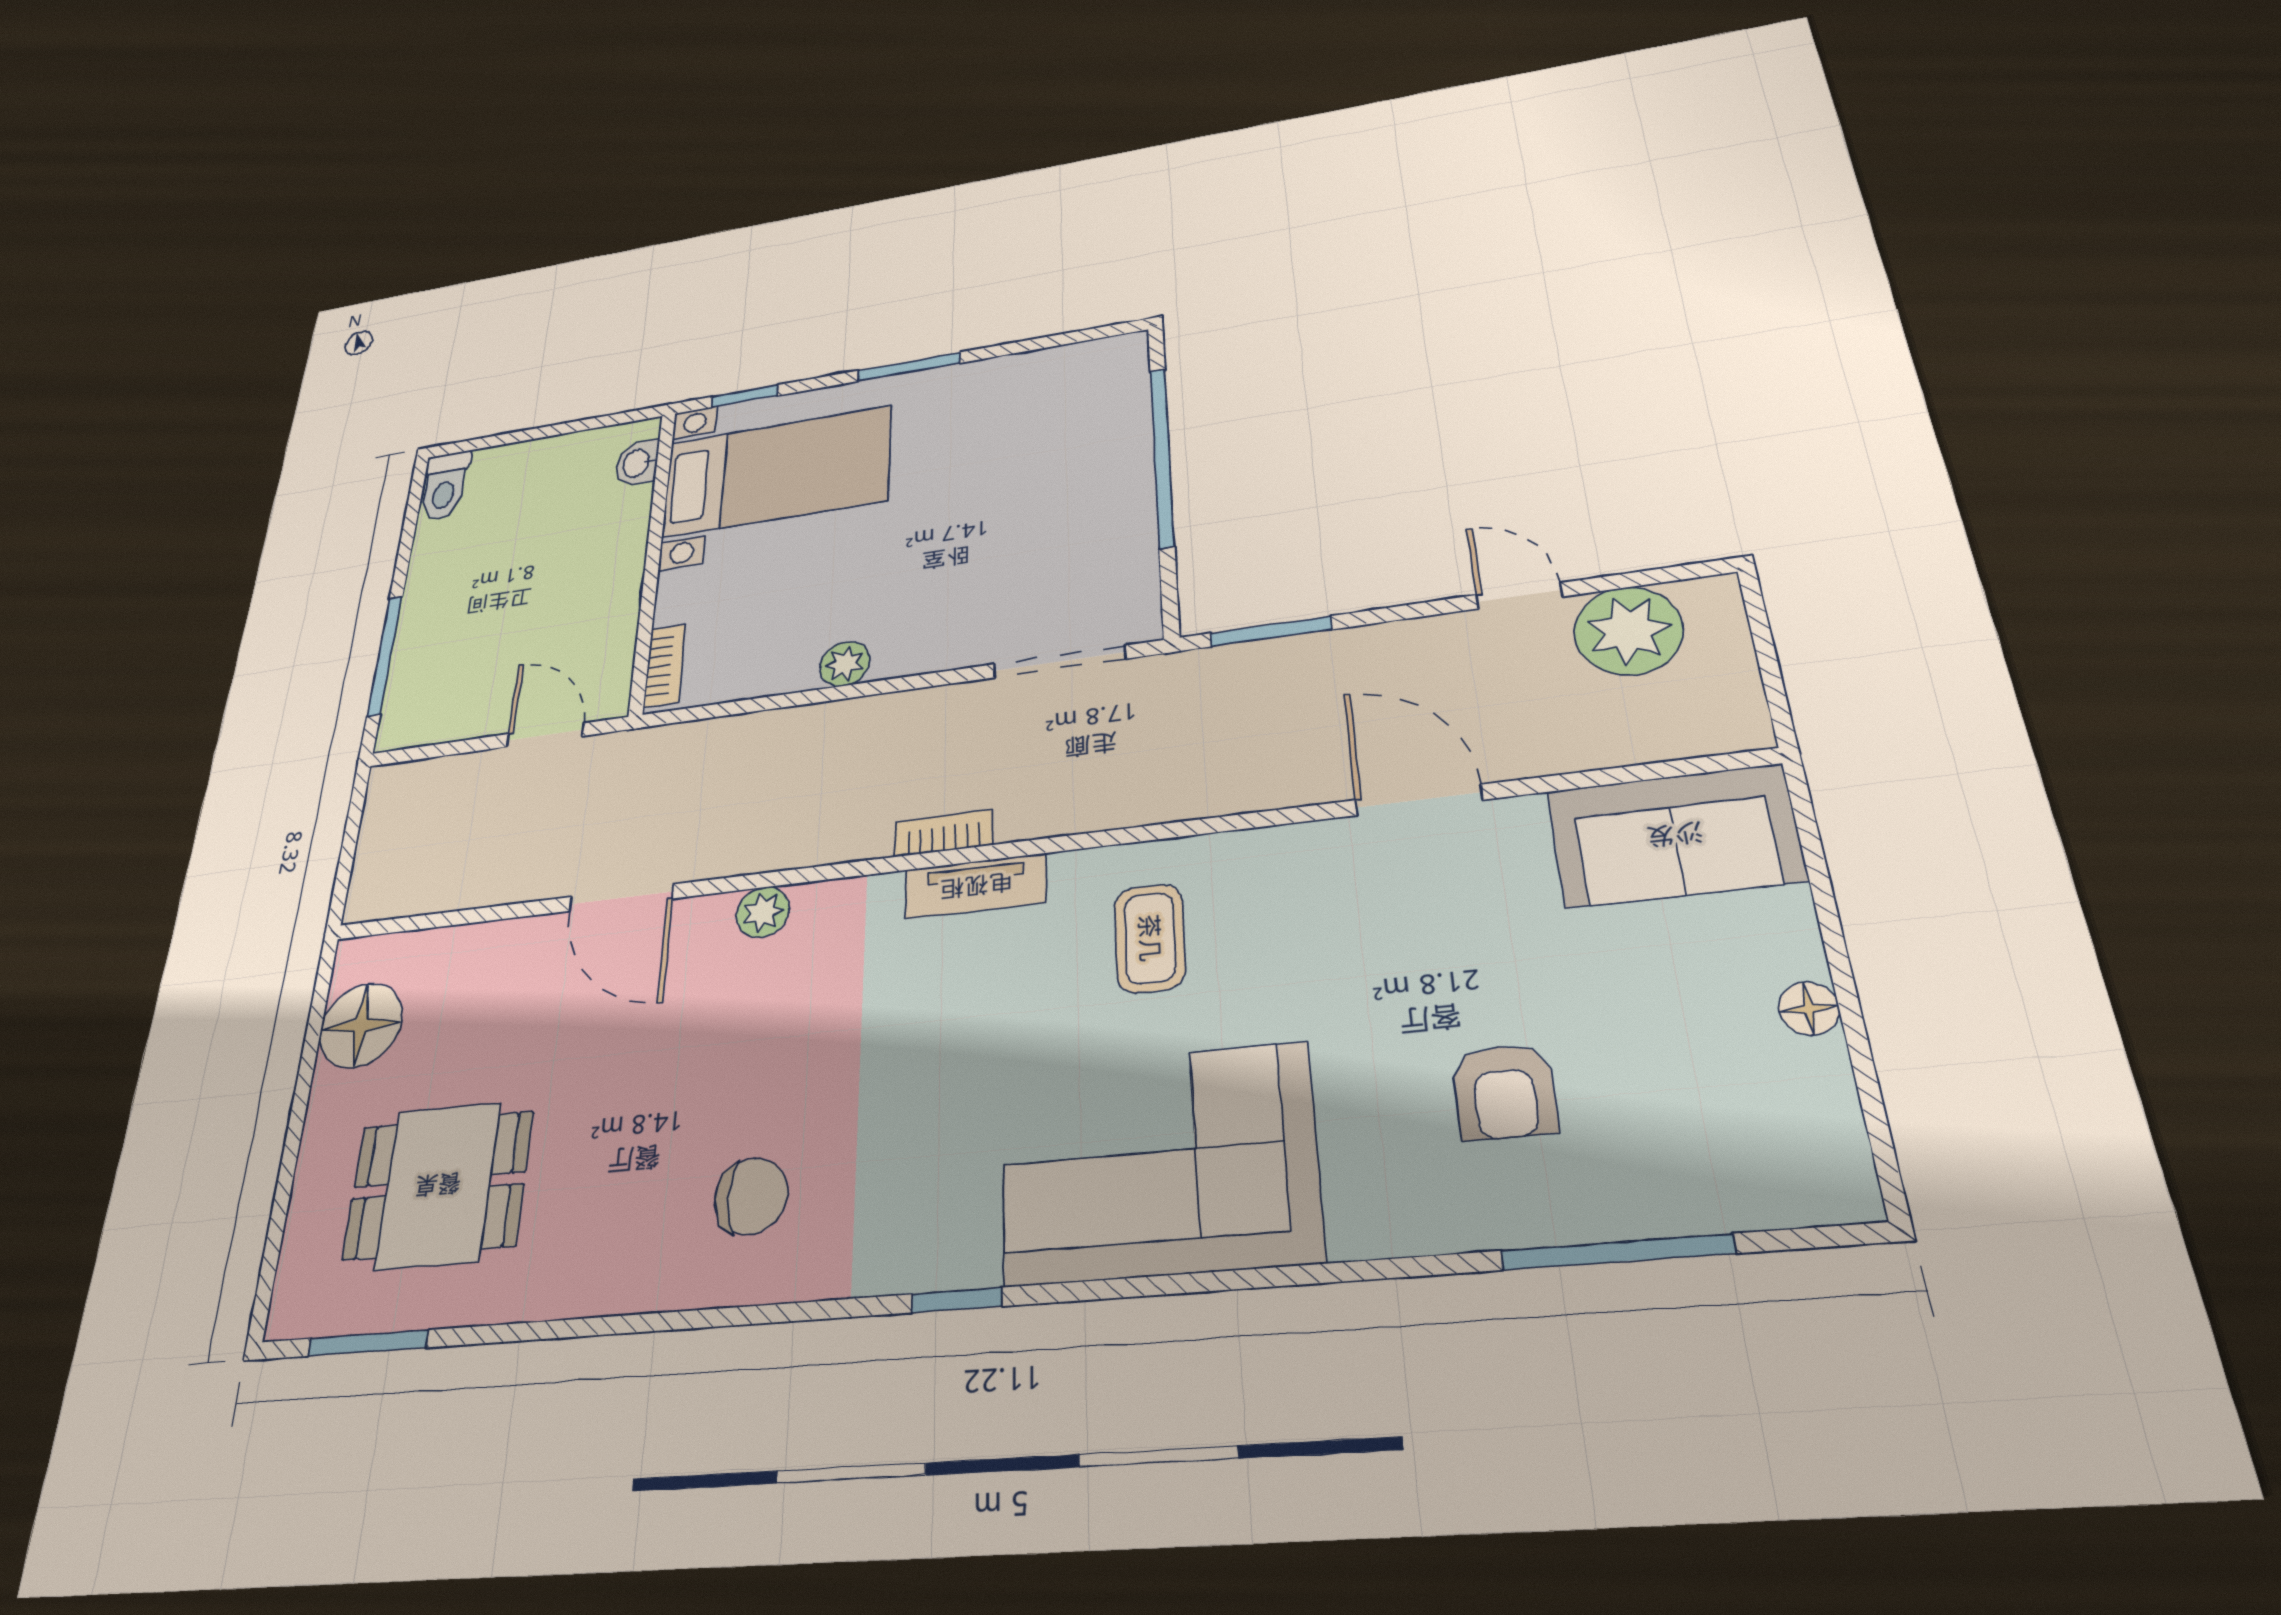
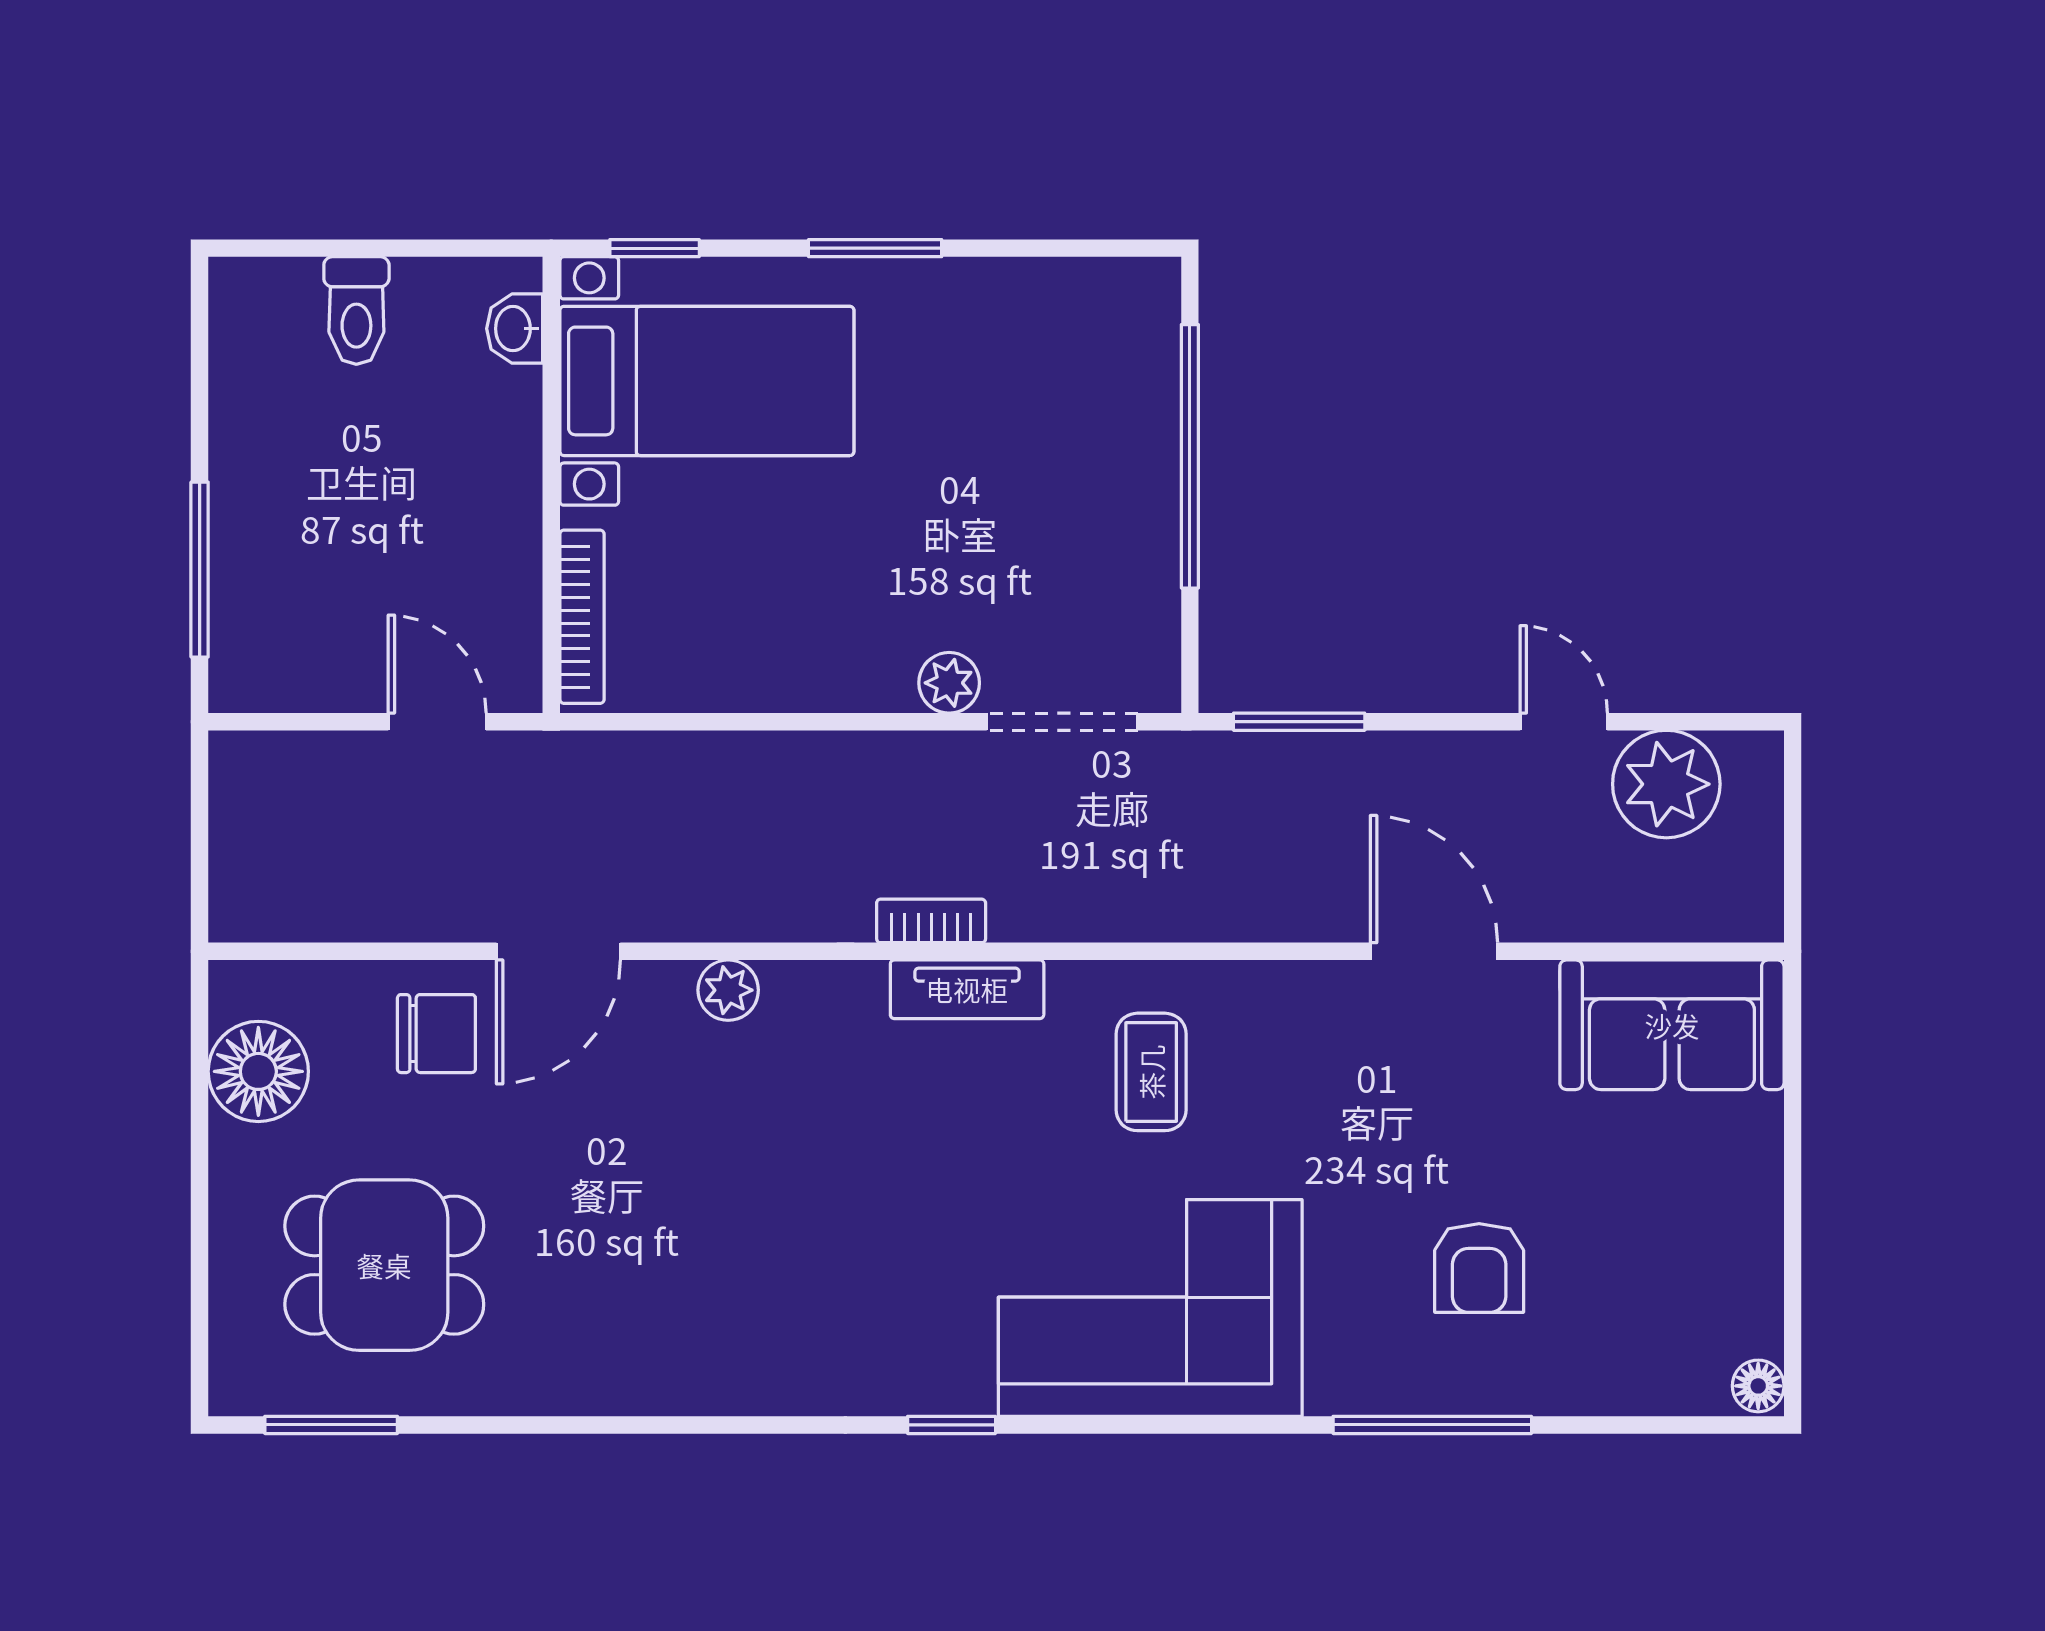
toilet: (445, 486) -> (356, 311), moved
plant: (845, 664) -> (949, 683), moved
bookcase: (665, 666) -> (582, 617), width x1.56
door: (621, 898) -> (558, 951), hinge flipped
floor lamp: (1809, 1009) -> (1758, 1386), moved
chair: (751, 1196) -> (436, 1034), moved
window: (1617, 1252) -> (1432, 1425), moved

